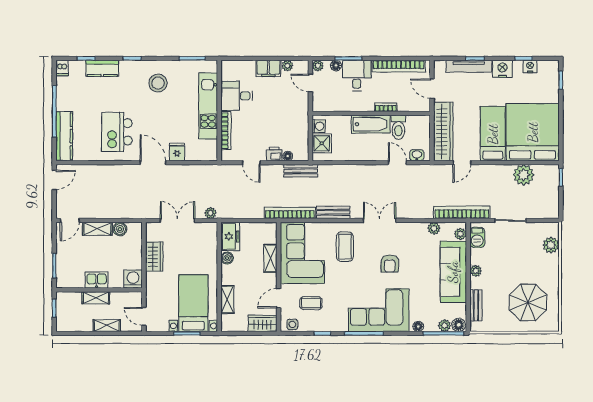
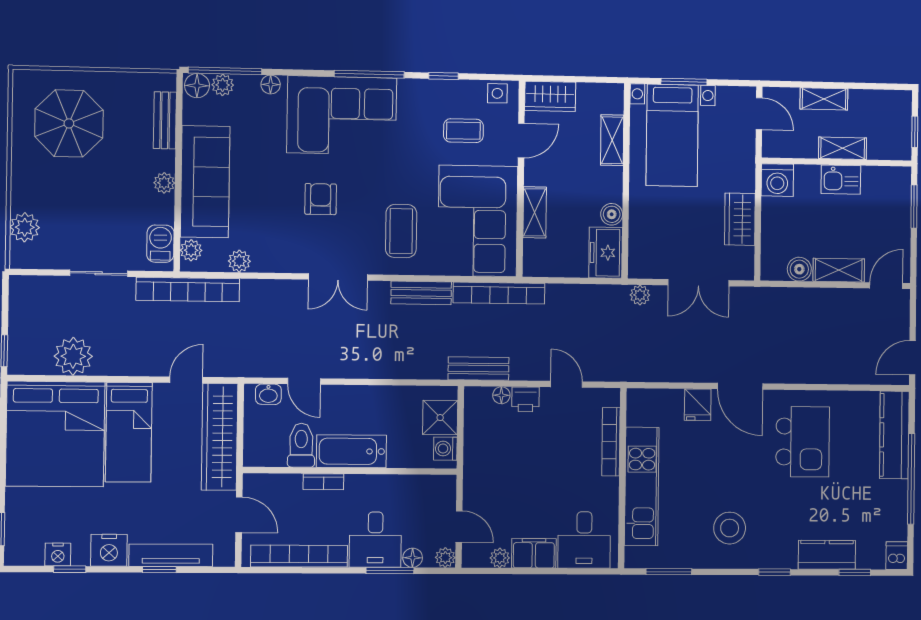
desk: (237, 96) -> (584, 540), moved, turned 90

